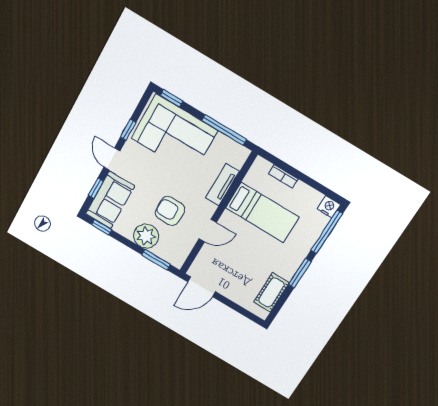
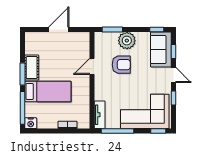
tv unit: (222, 185) -> (100, 115), moved
bed: (262, 212) -> (48, 92), moved, turned 180
door: (202, 287) -> (59, 30), moved
cot: (271, 292) -> (32, 68), moved

